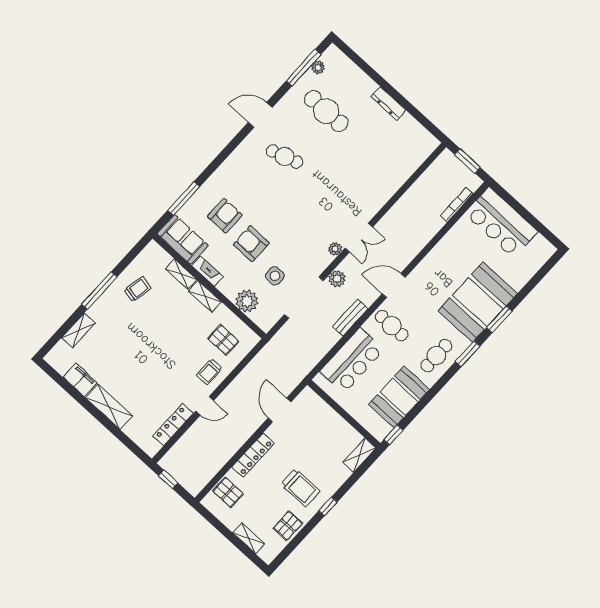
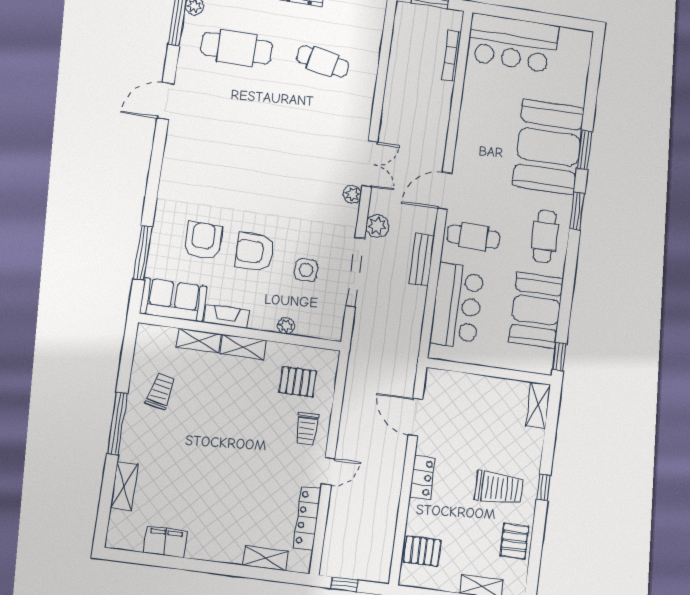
cafe table: (285, 156) -> (323, 61), moved, turned 30
plant: (247, 301) -> (286, 326), width x0.53, depth x0.53
shelving: (109, 407) -> (266, 558), moved, width x0.67, depth x0.75
locker: (253, 455) -> (422, 478), width x0.66

